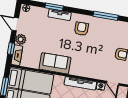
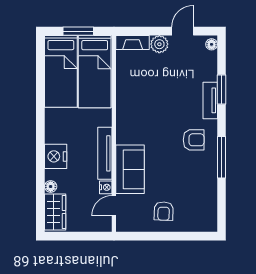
window: (106, 16) -> (221, 157), moved
window: (11, 49) -> (142, 31), removed
sofa: (55, 63) -> (130, 169), moved

